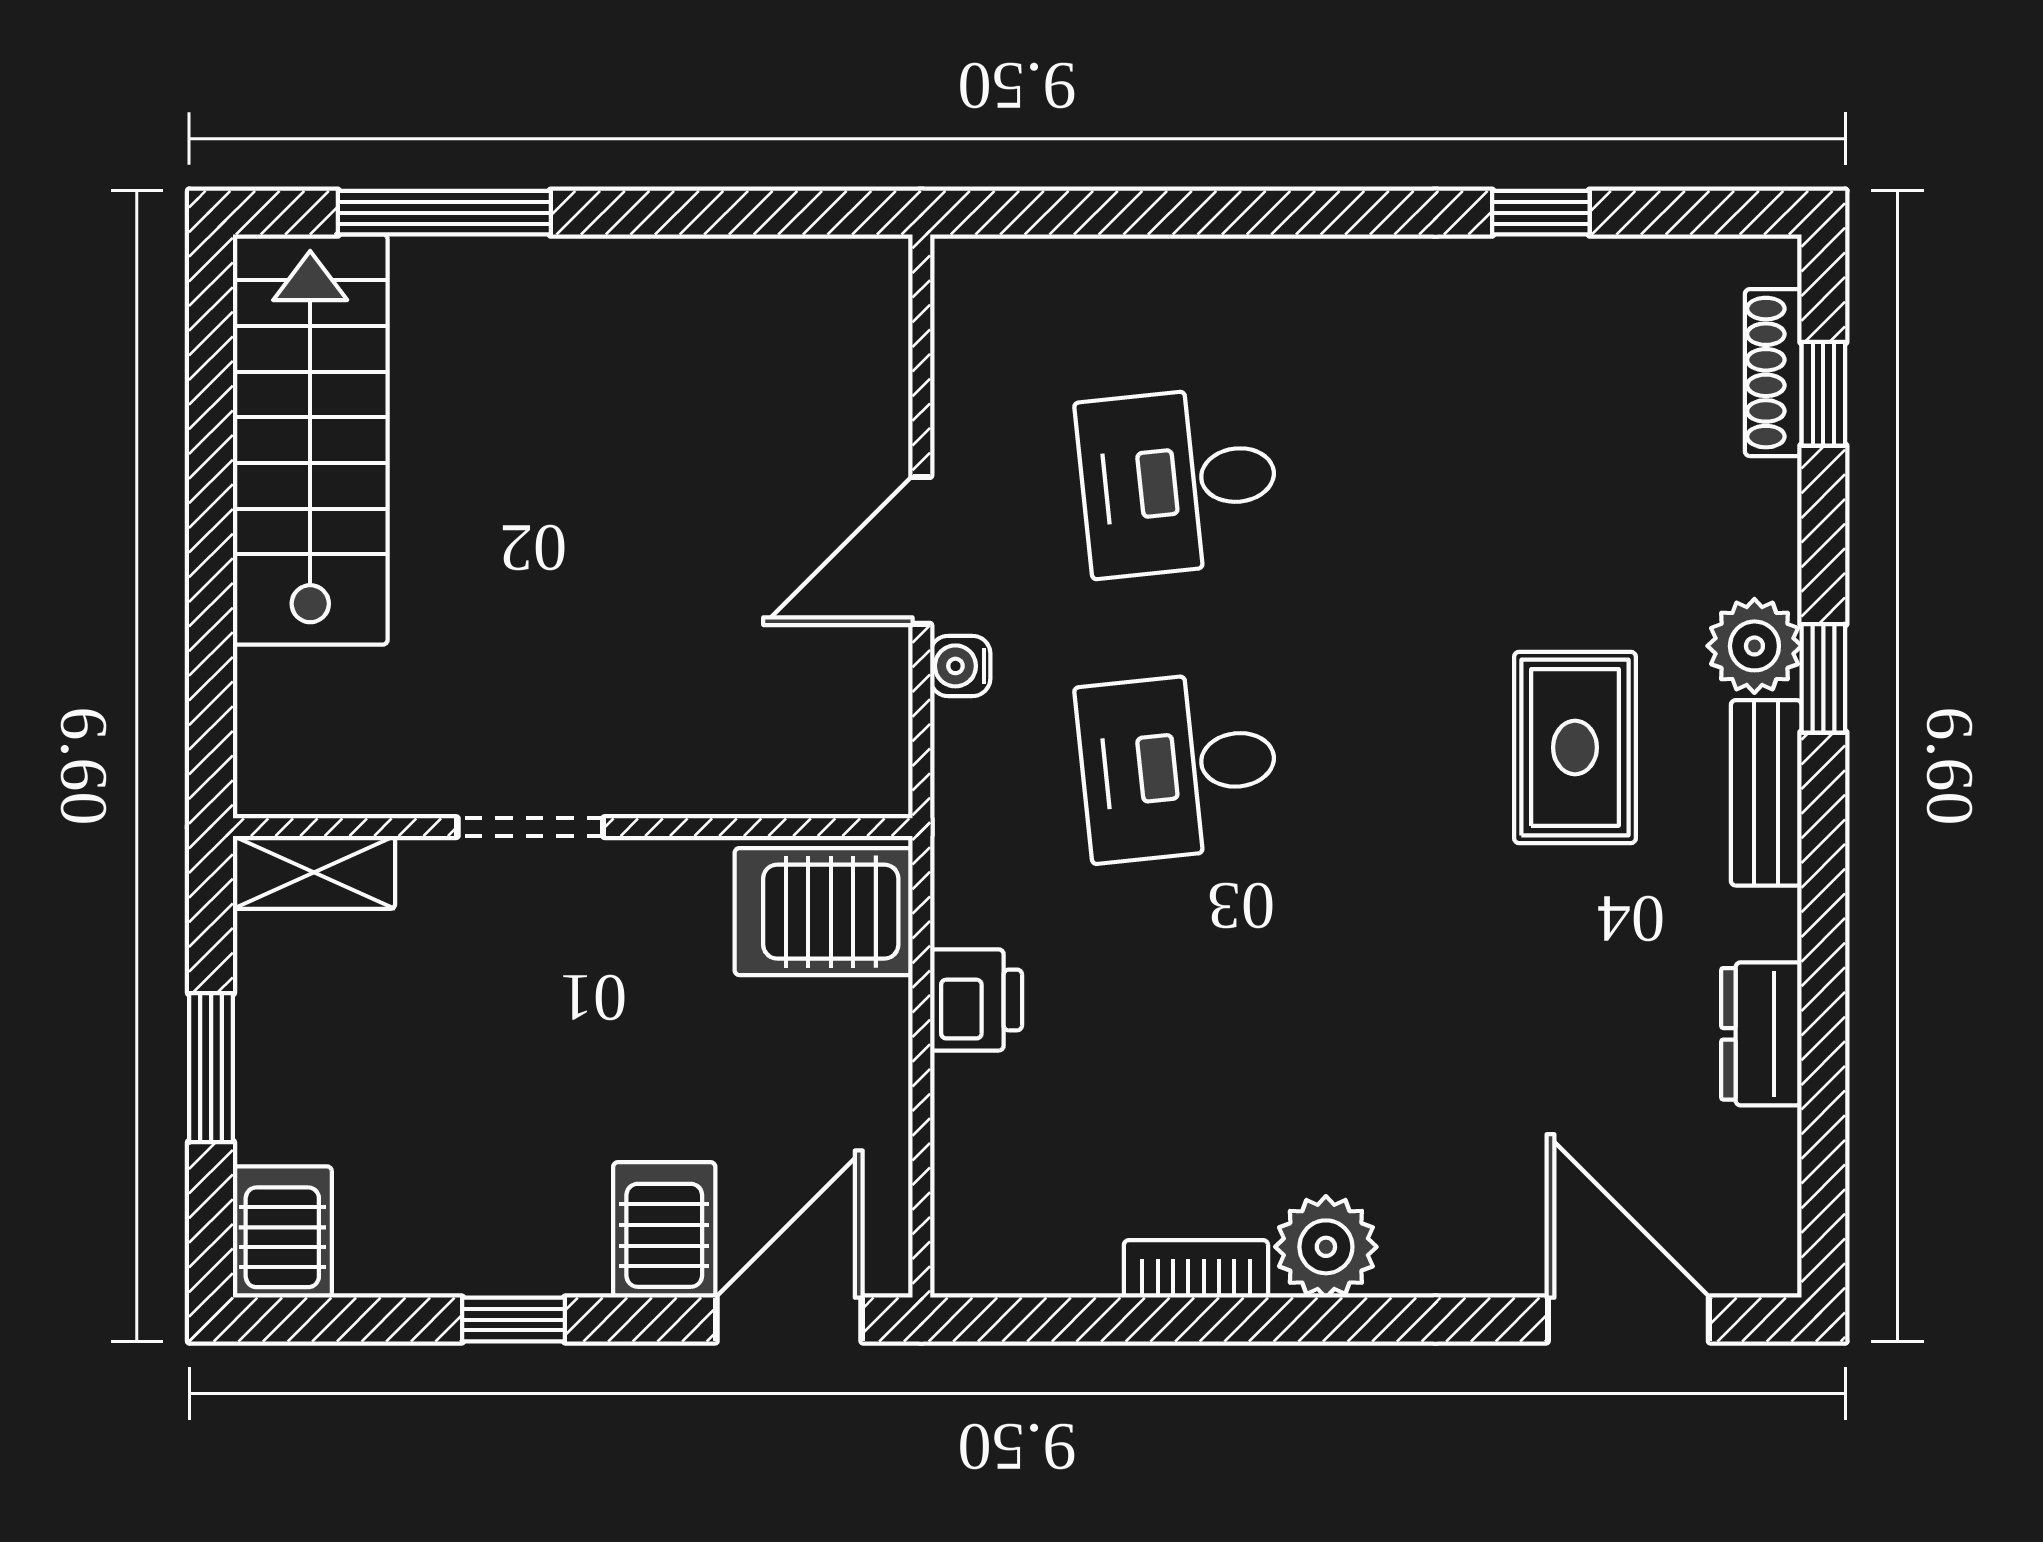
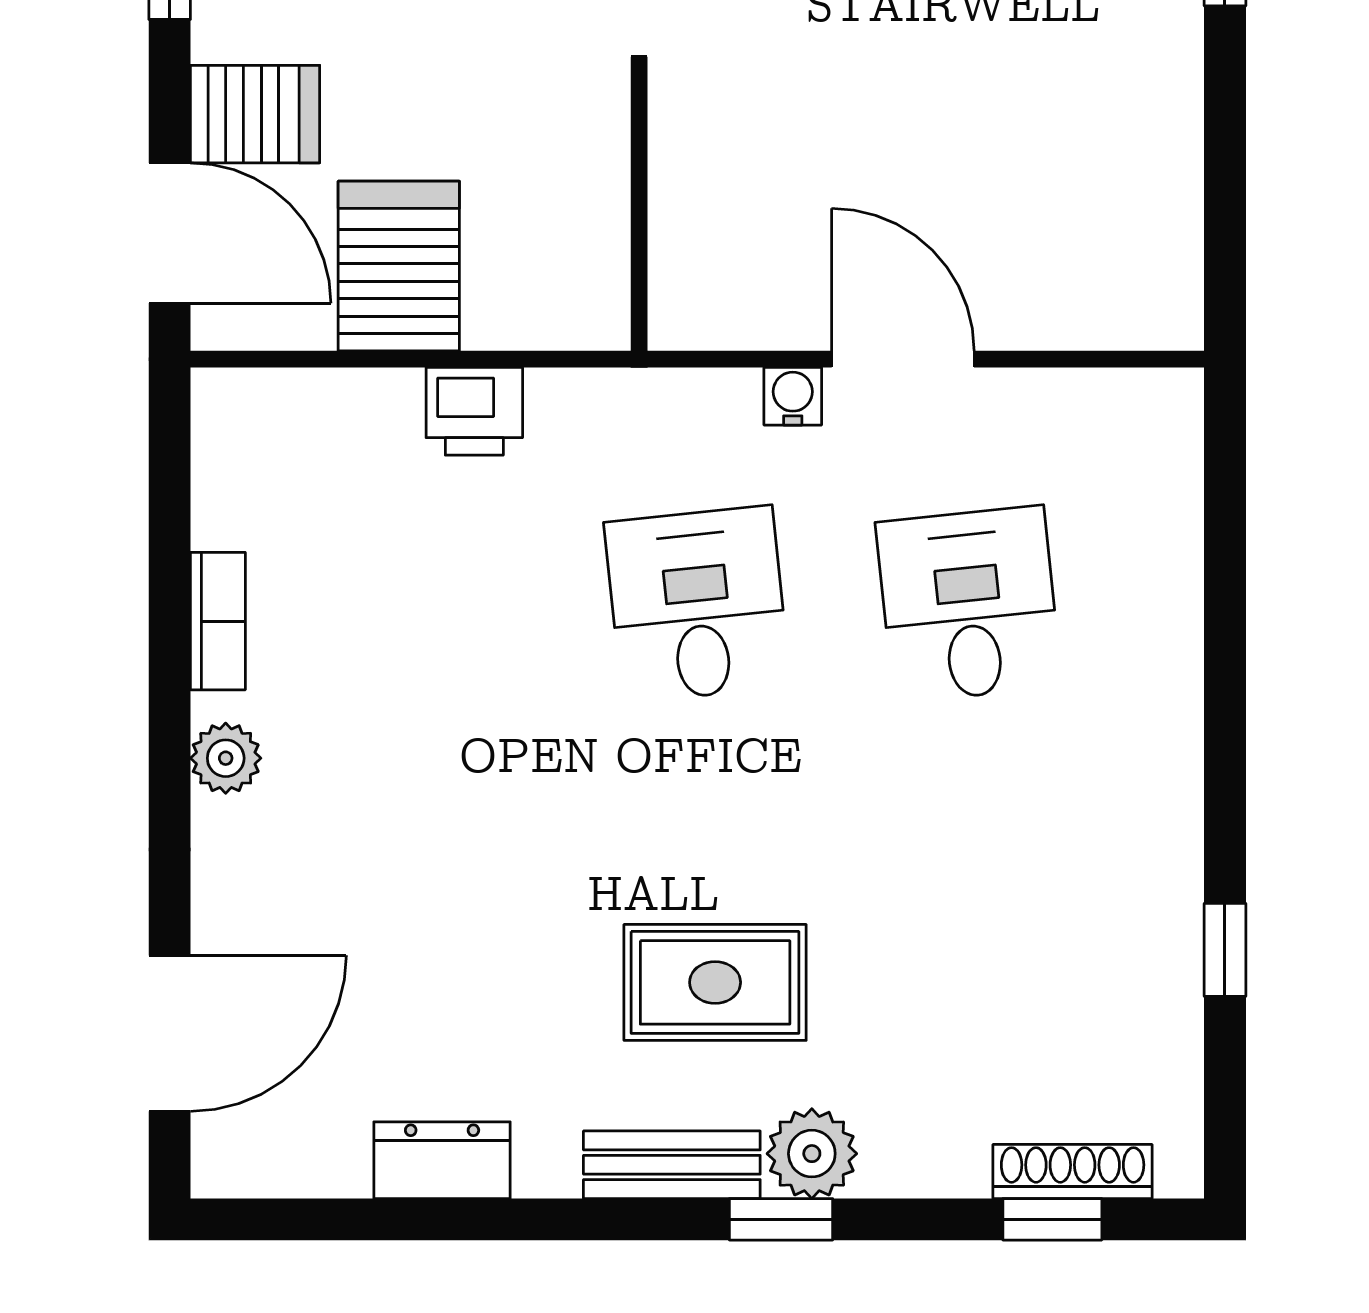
server rack: (824, 912) -> (399, 266), moved
plant: (1326, 1247) -> (226, 758), width x0.73, depth x0.73

